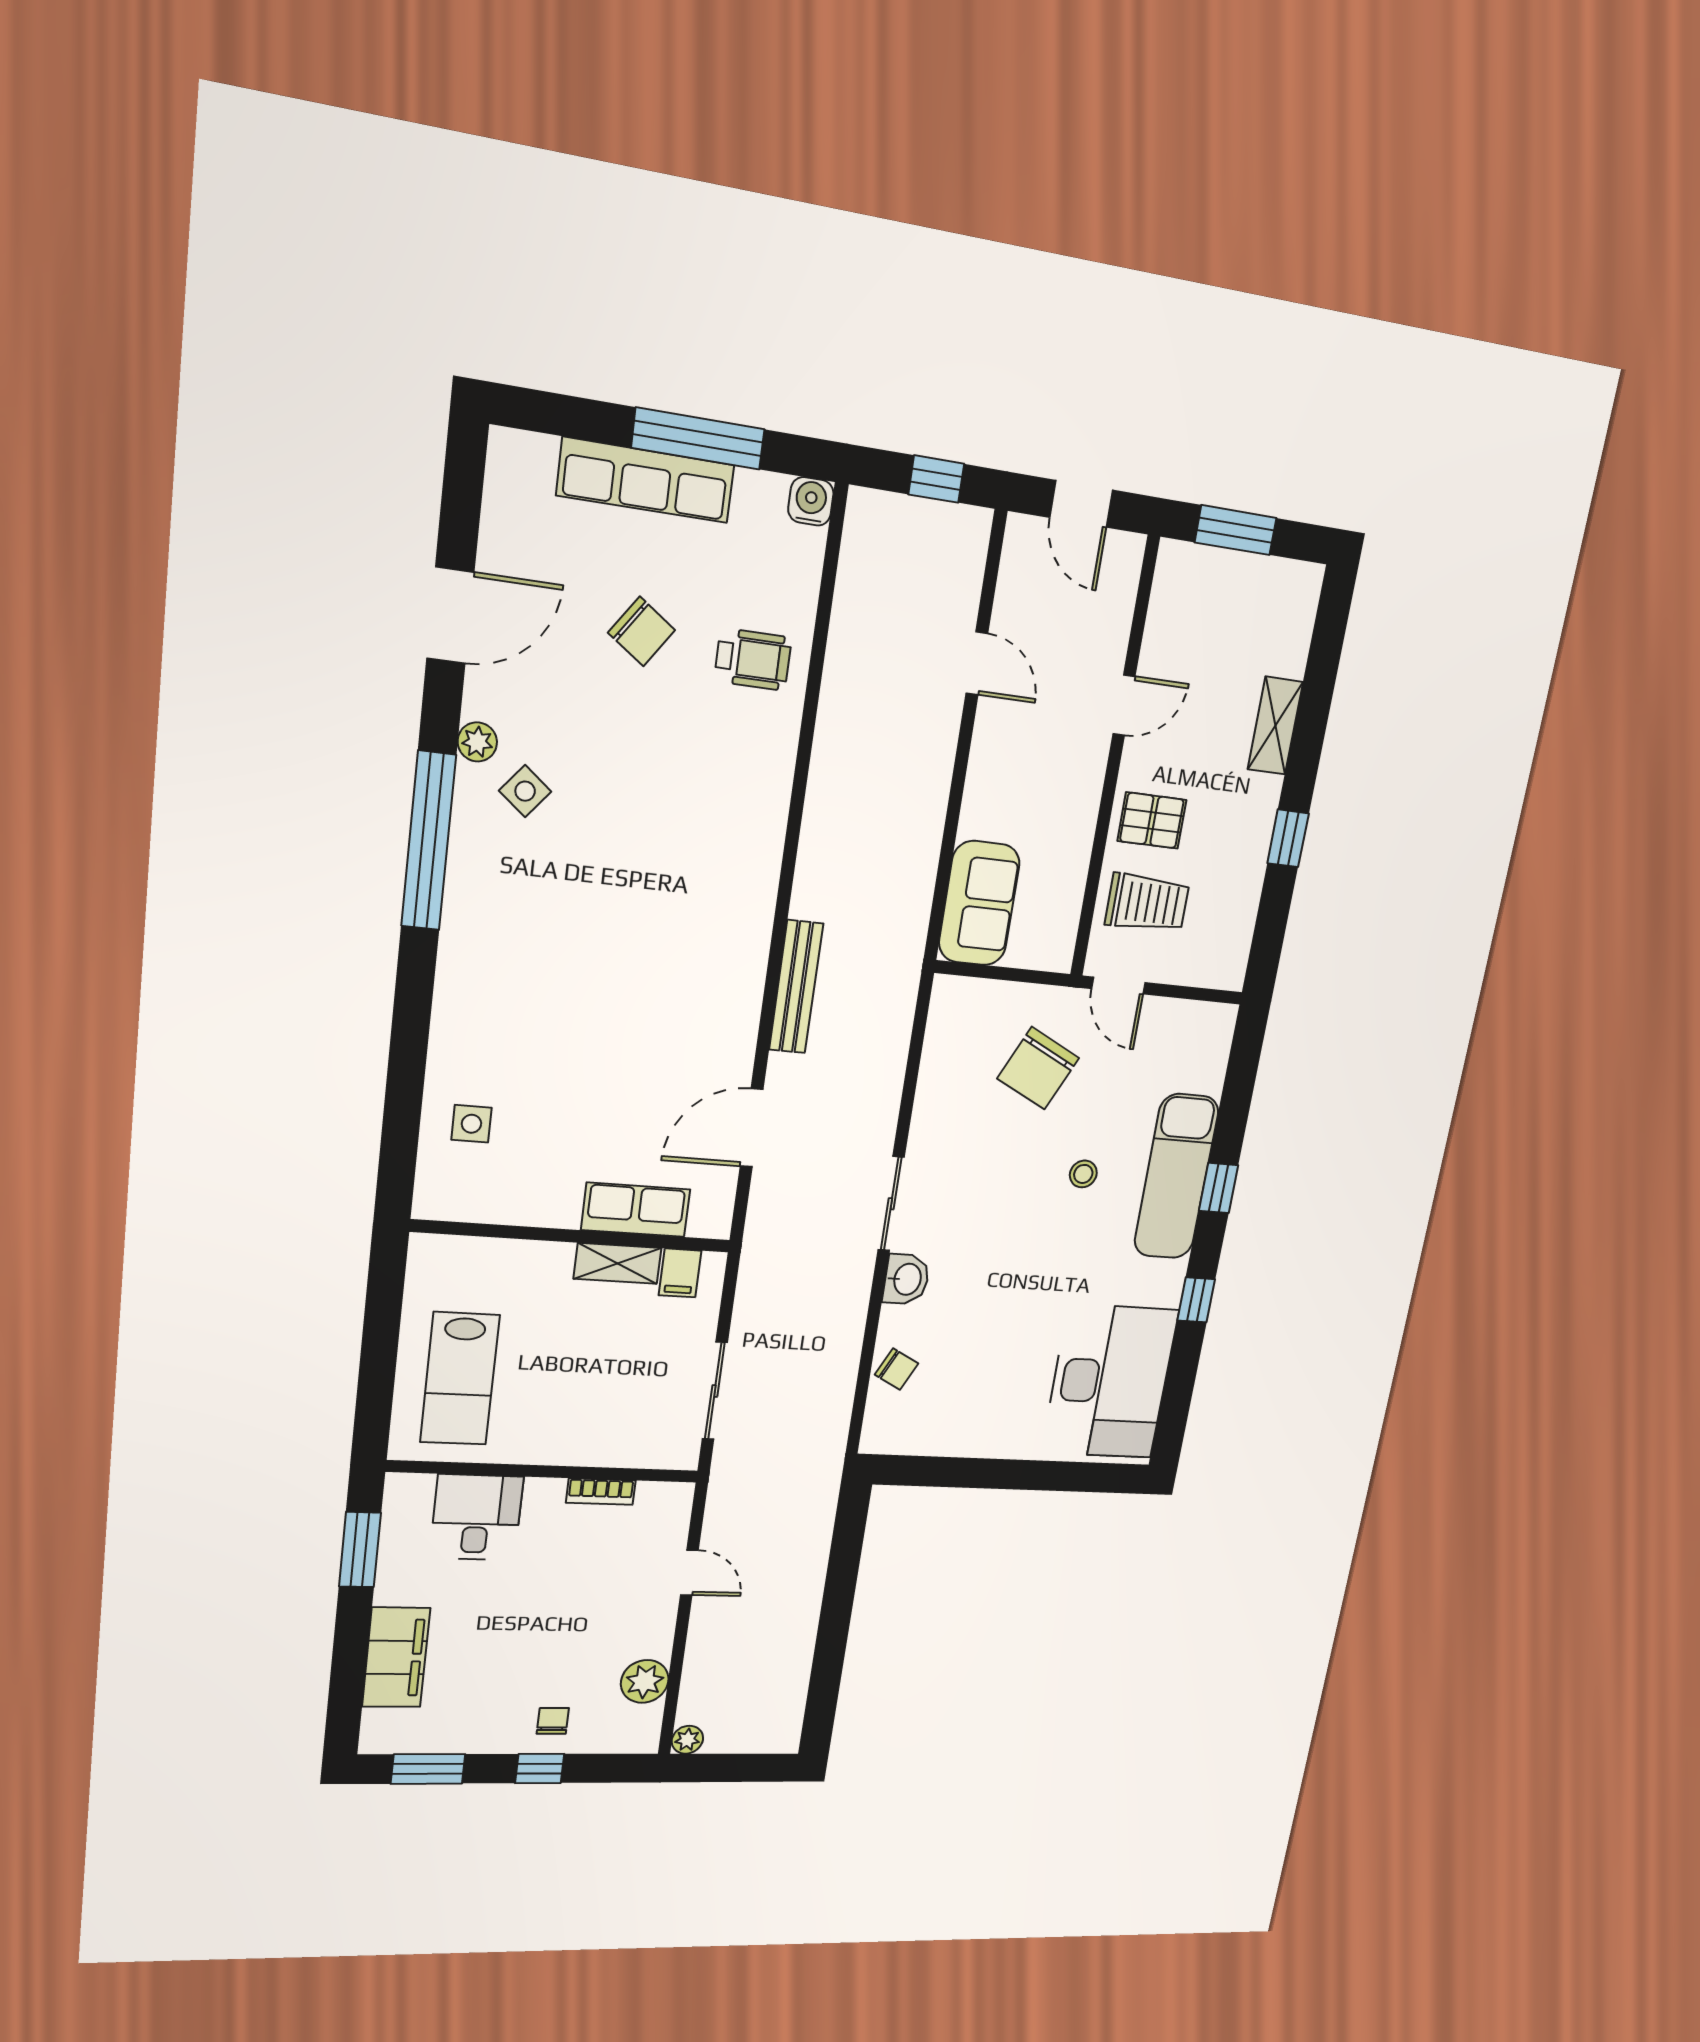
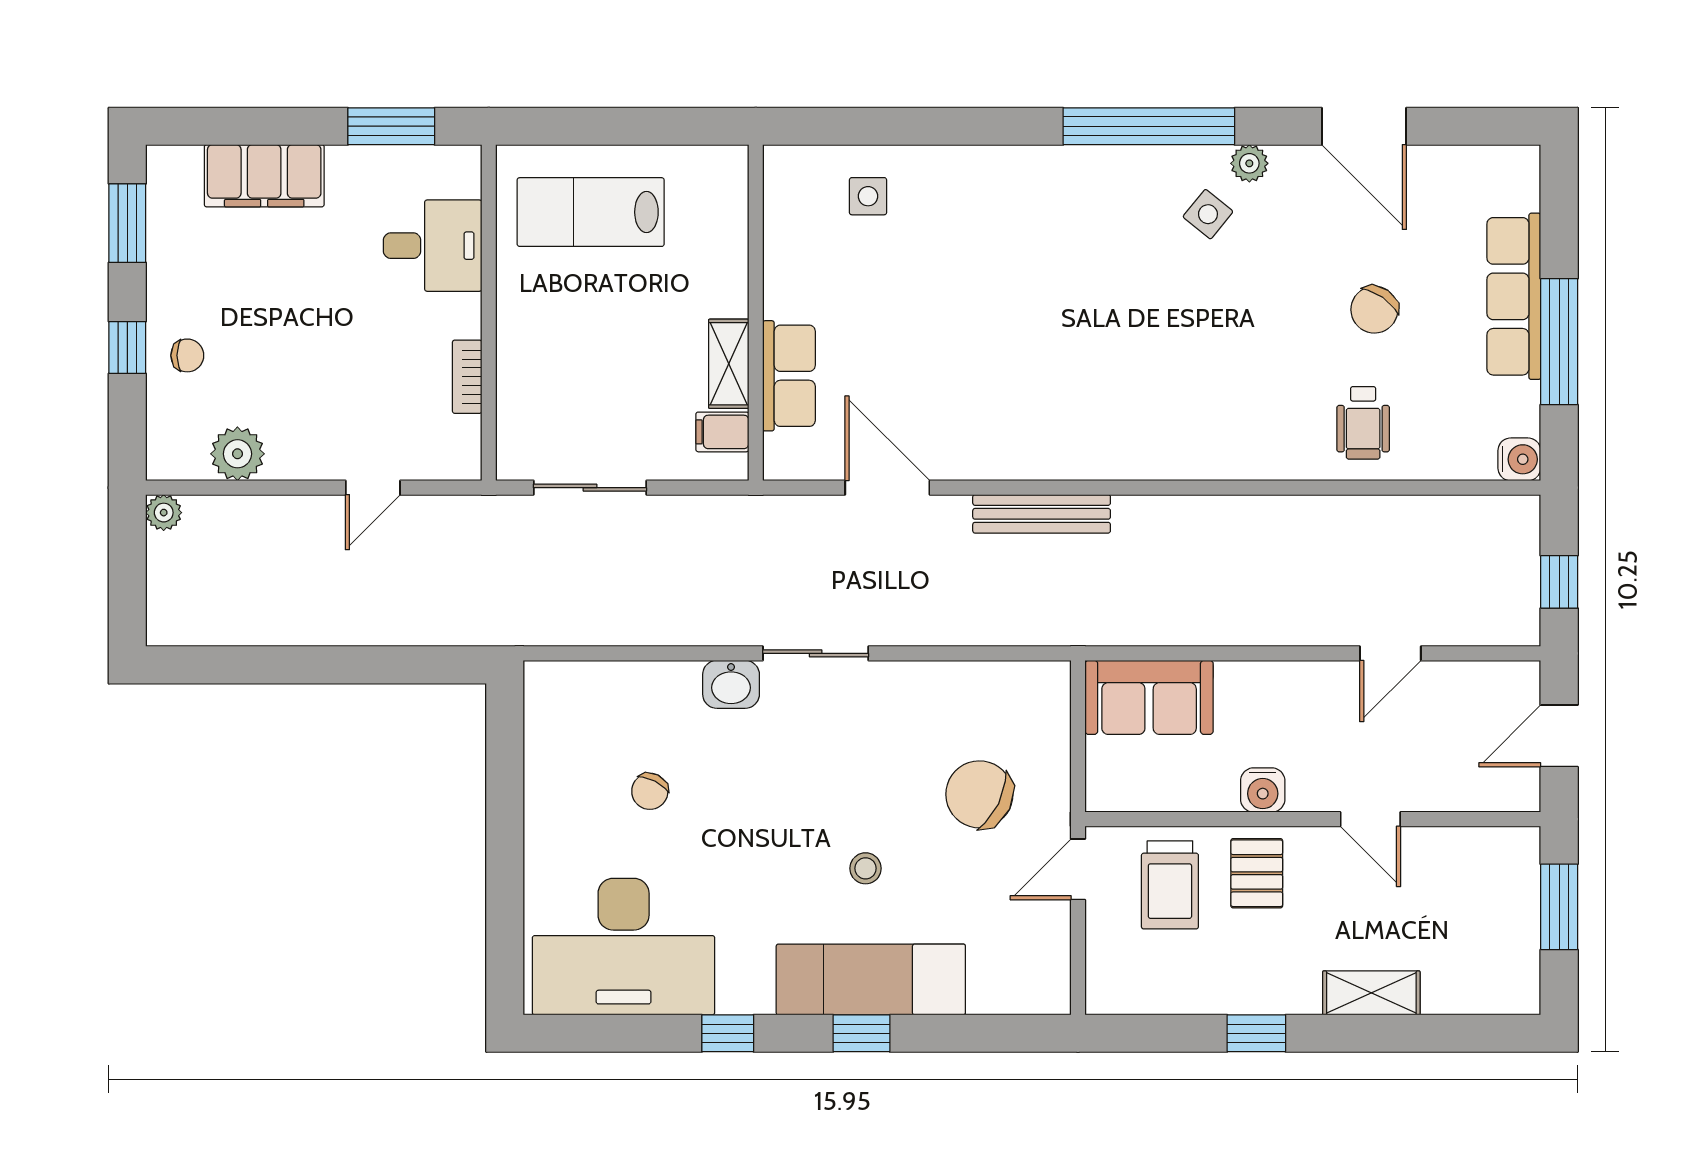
water cooler: (1080, 805) -> (1263, 790), added
chair: (896, 1369) -> (650, 791), moved

